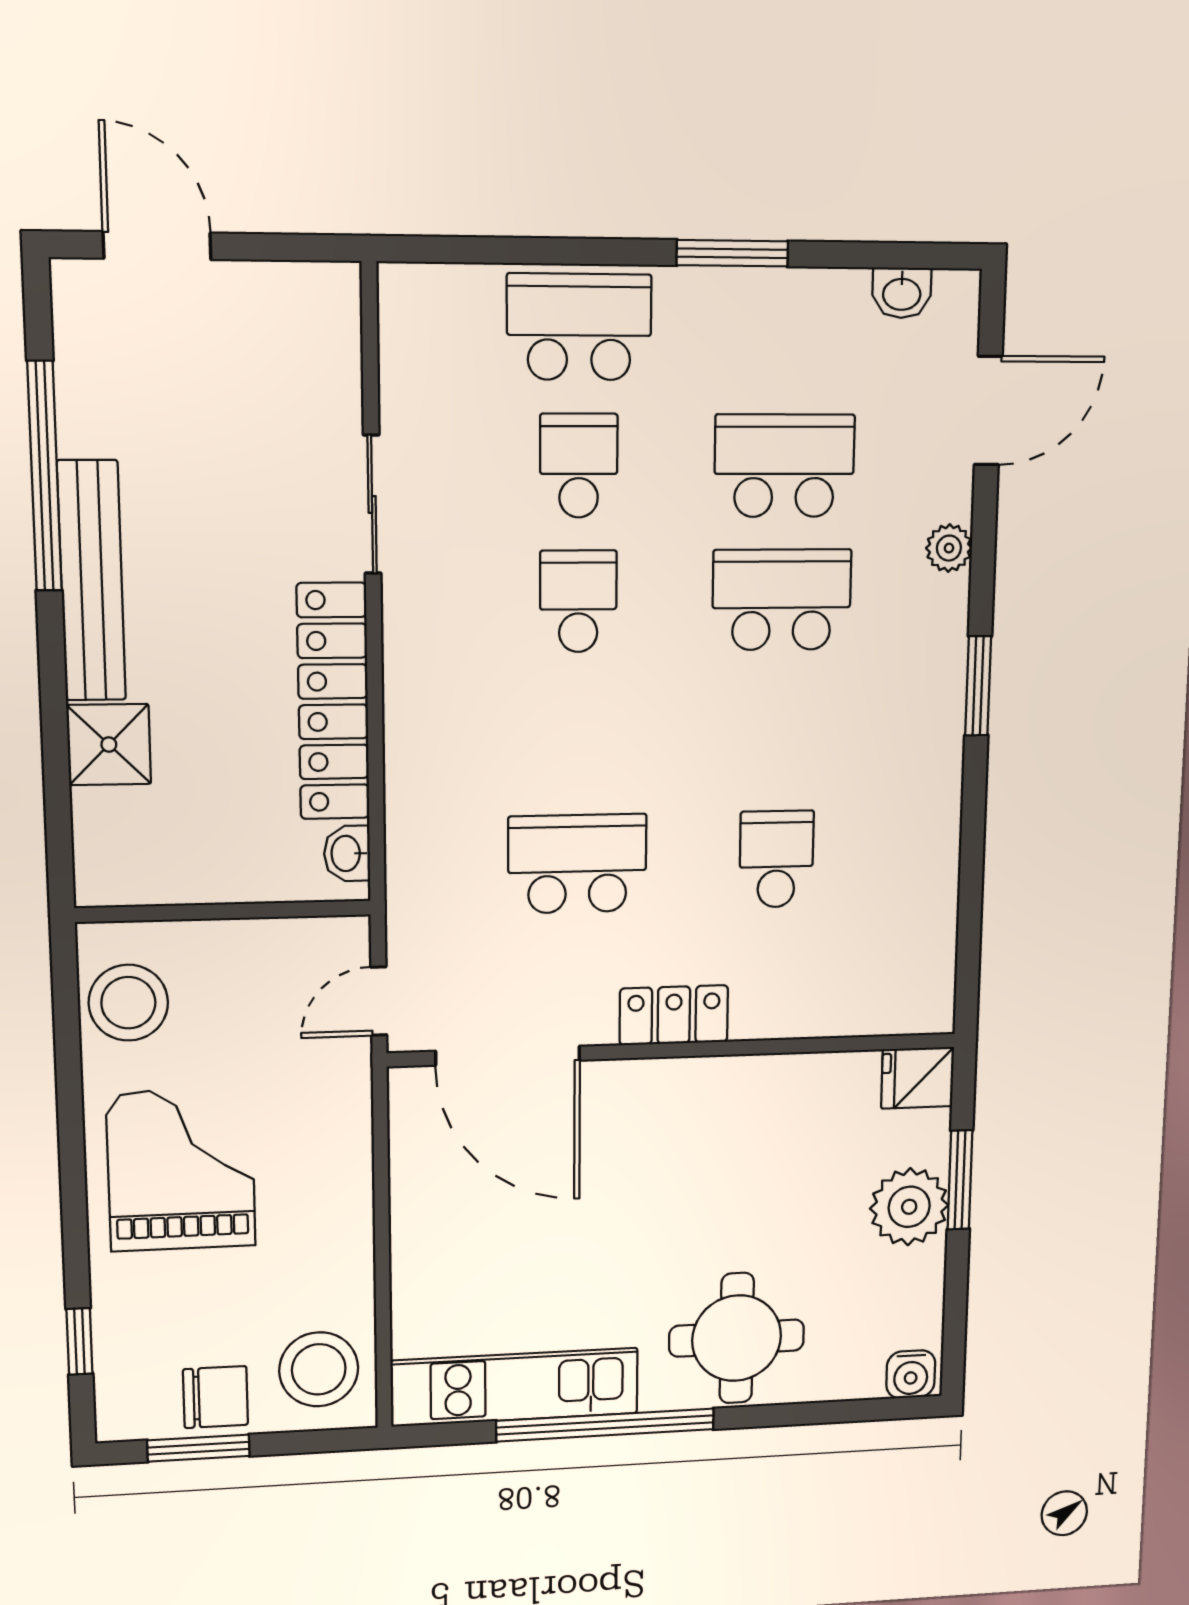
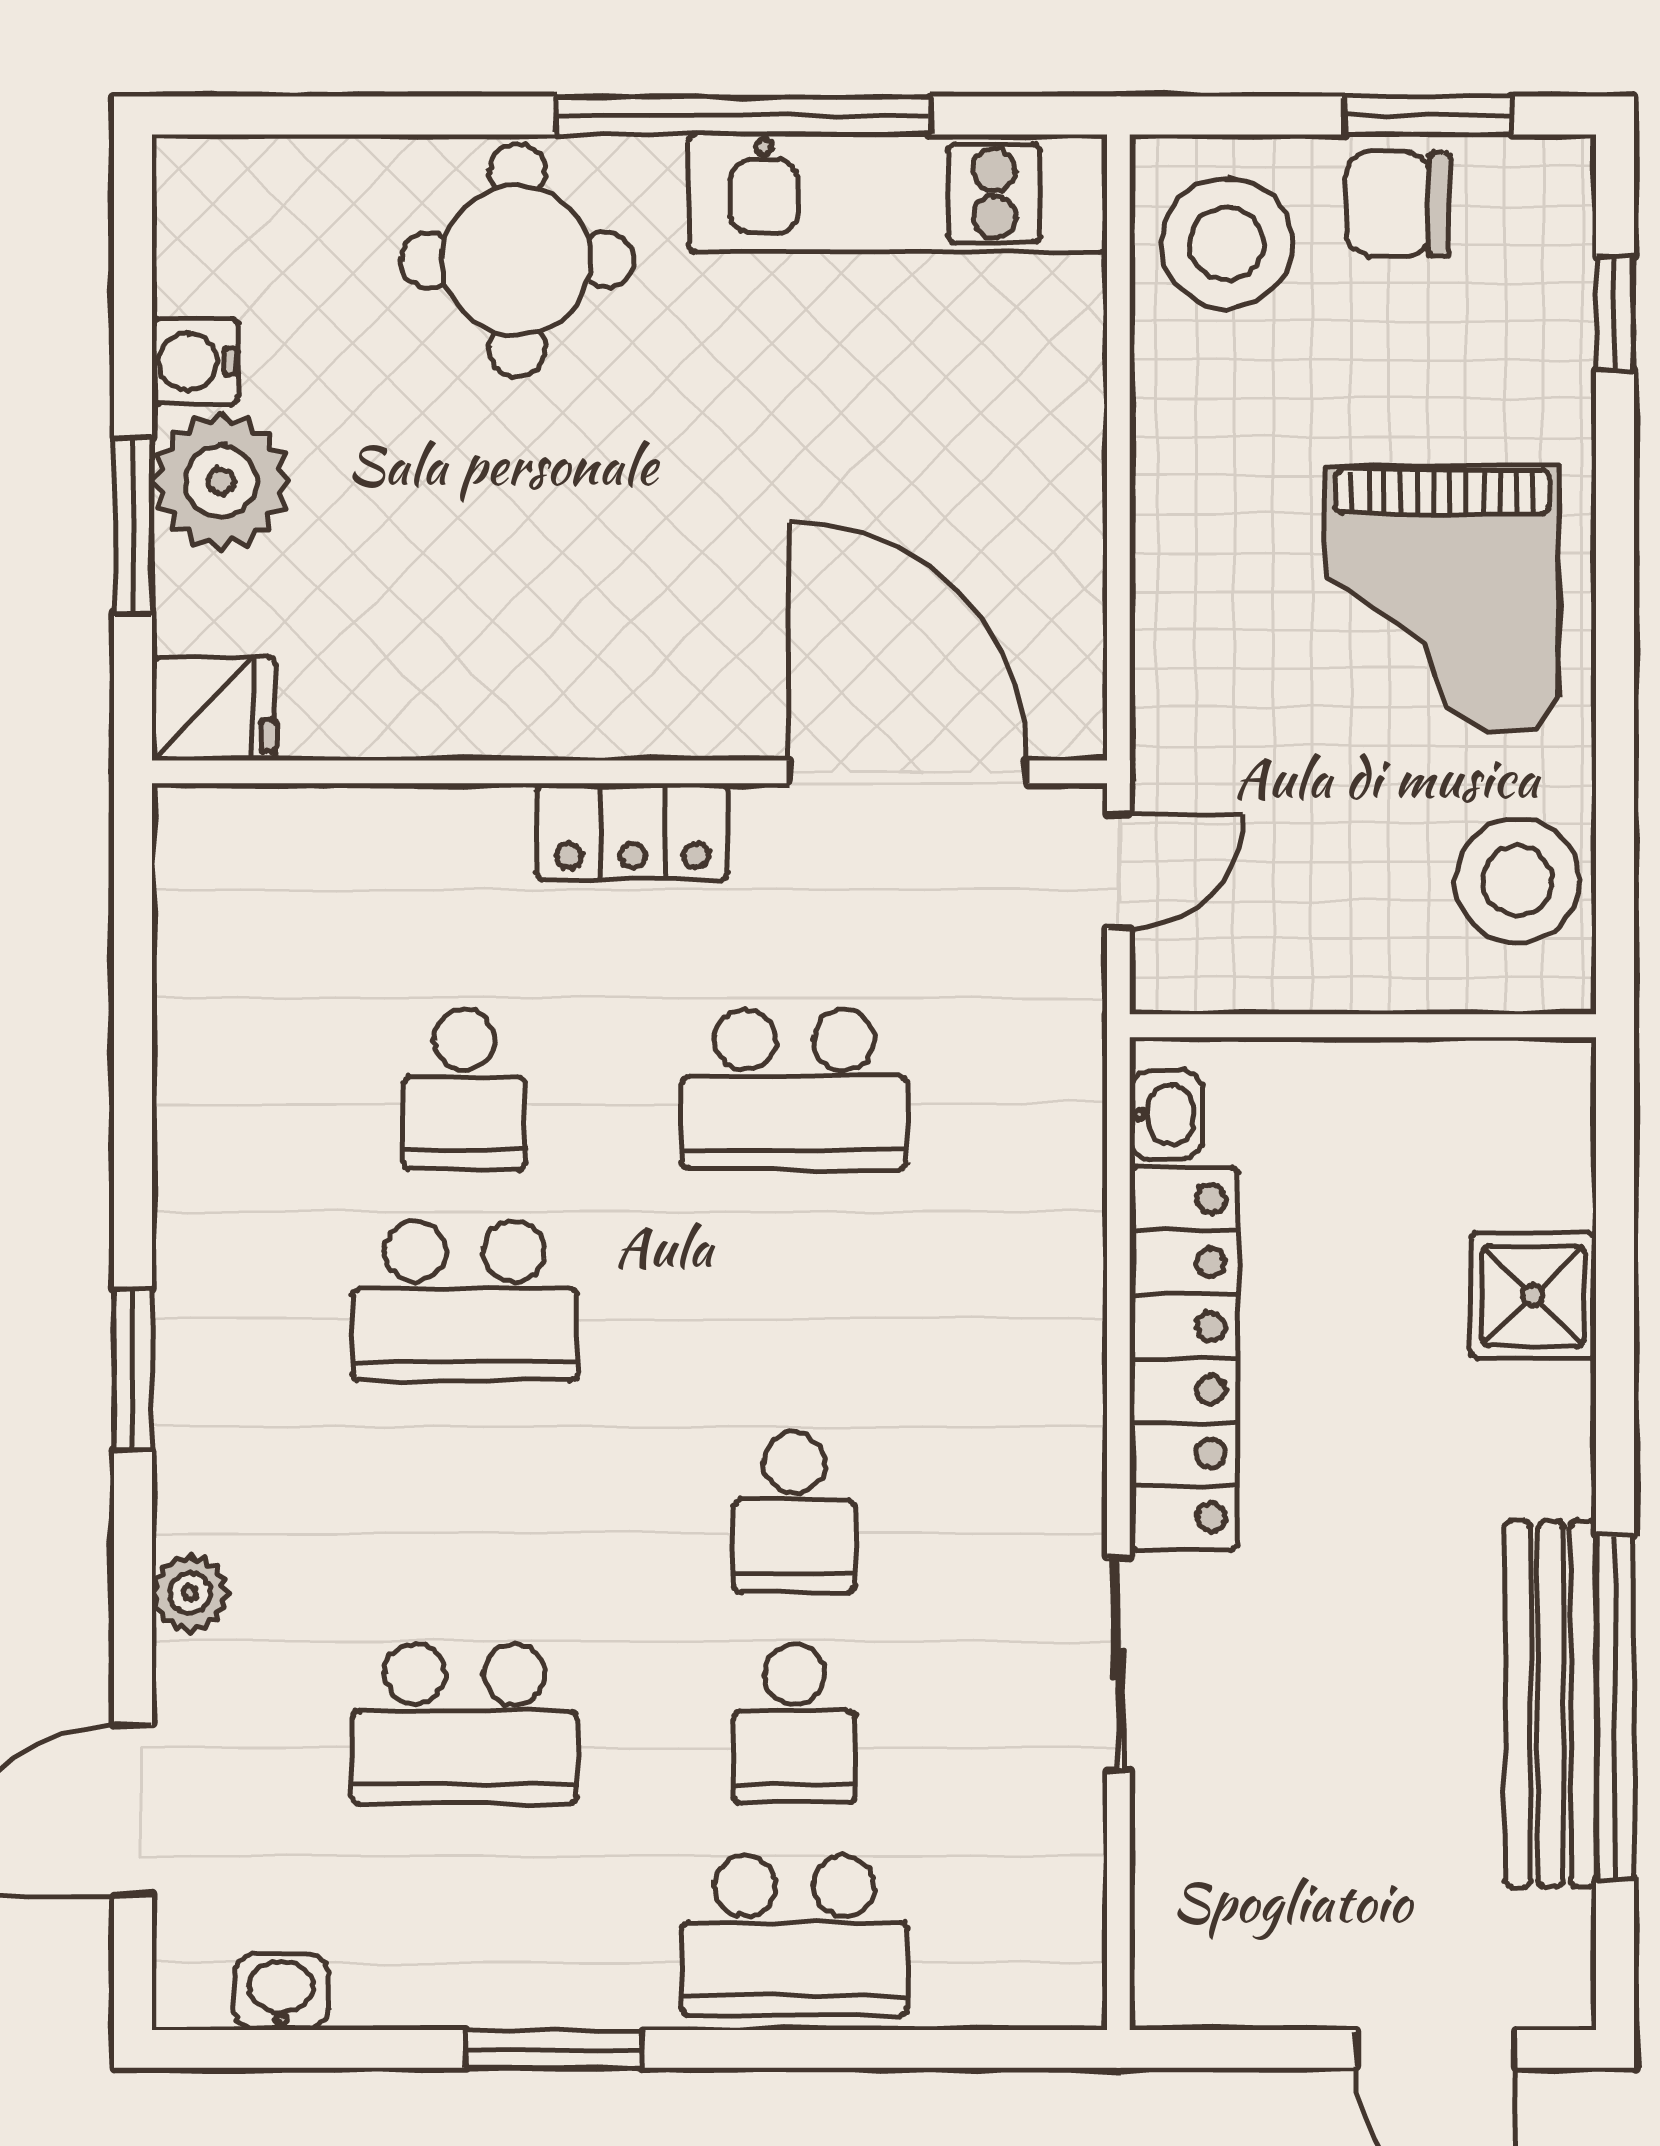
bench: (92, 581) -> (1551, 1704), moved
school desk: (782, 600) -> (465, 1301), moved
water cooler: (911, 1374) -> (195, 362), moved, turned -90

